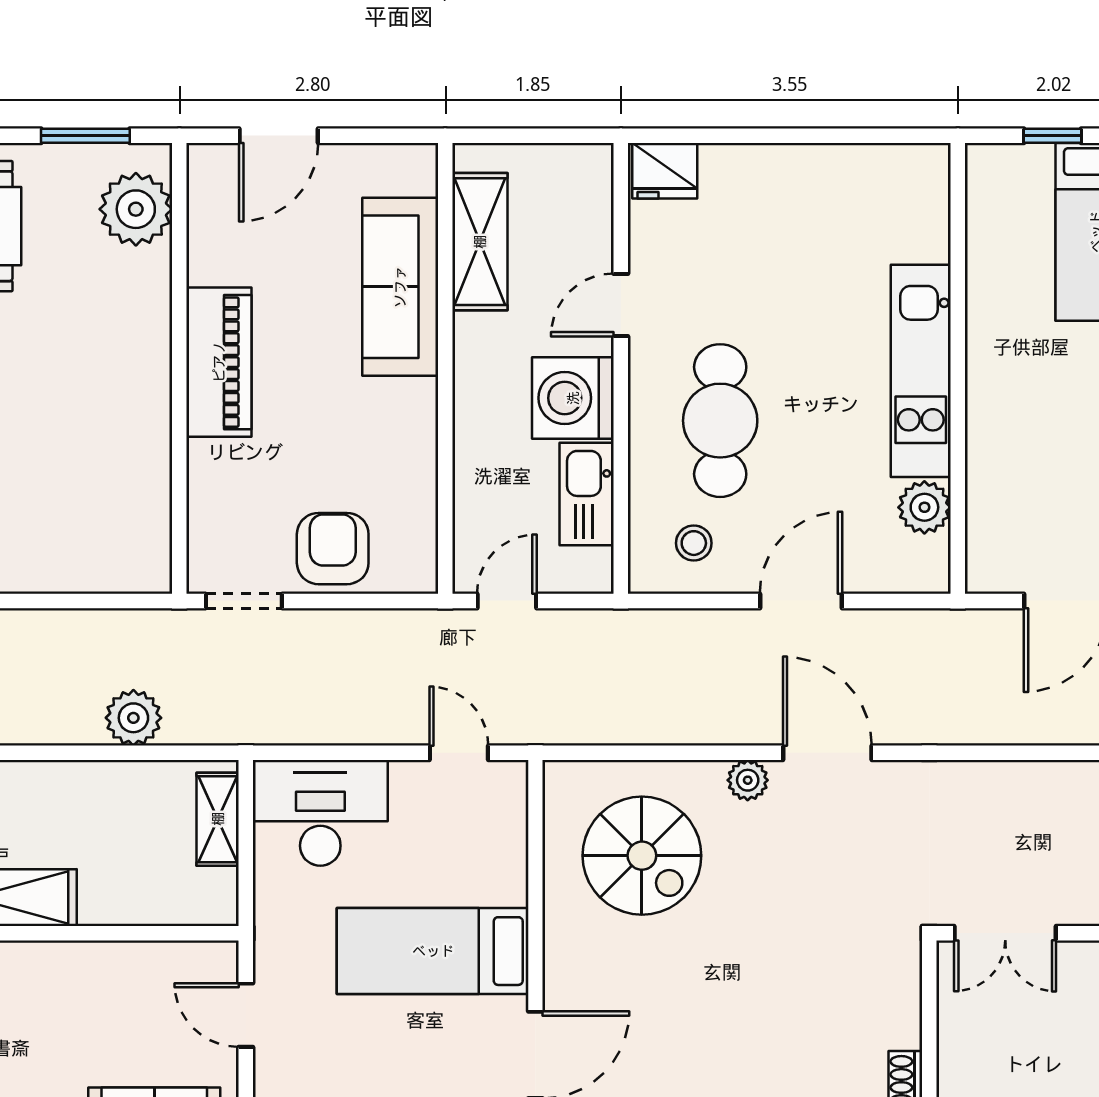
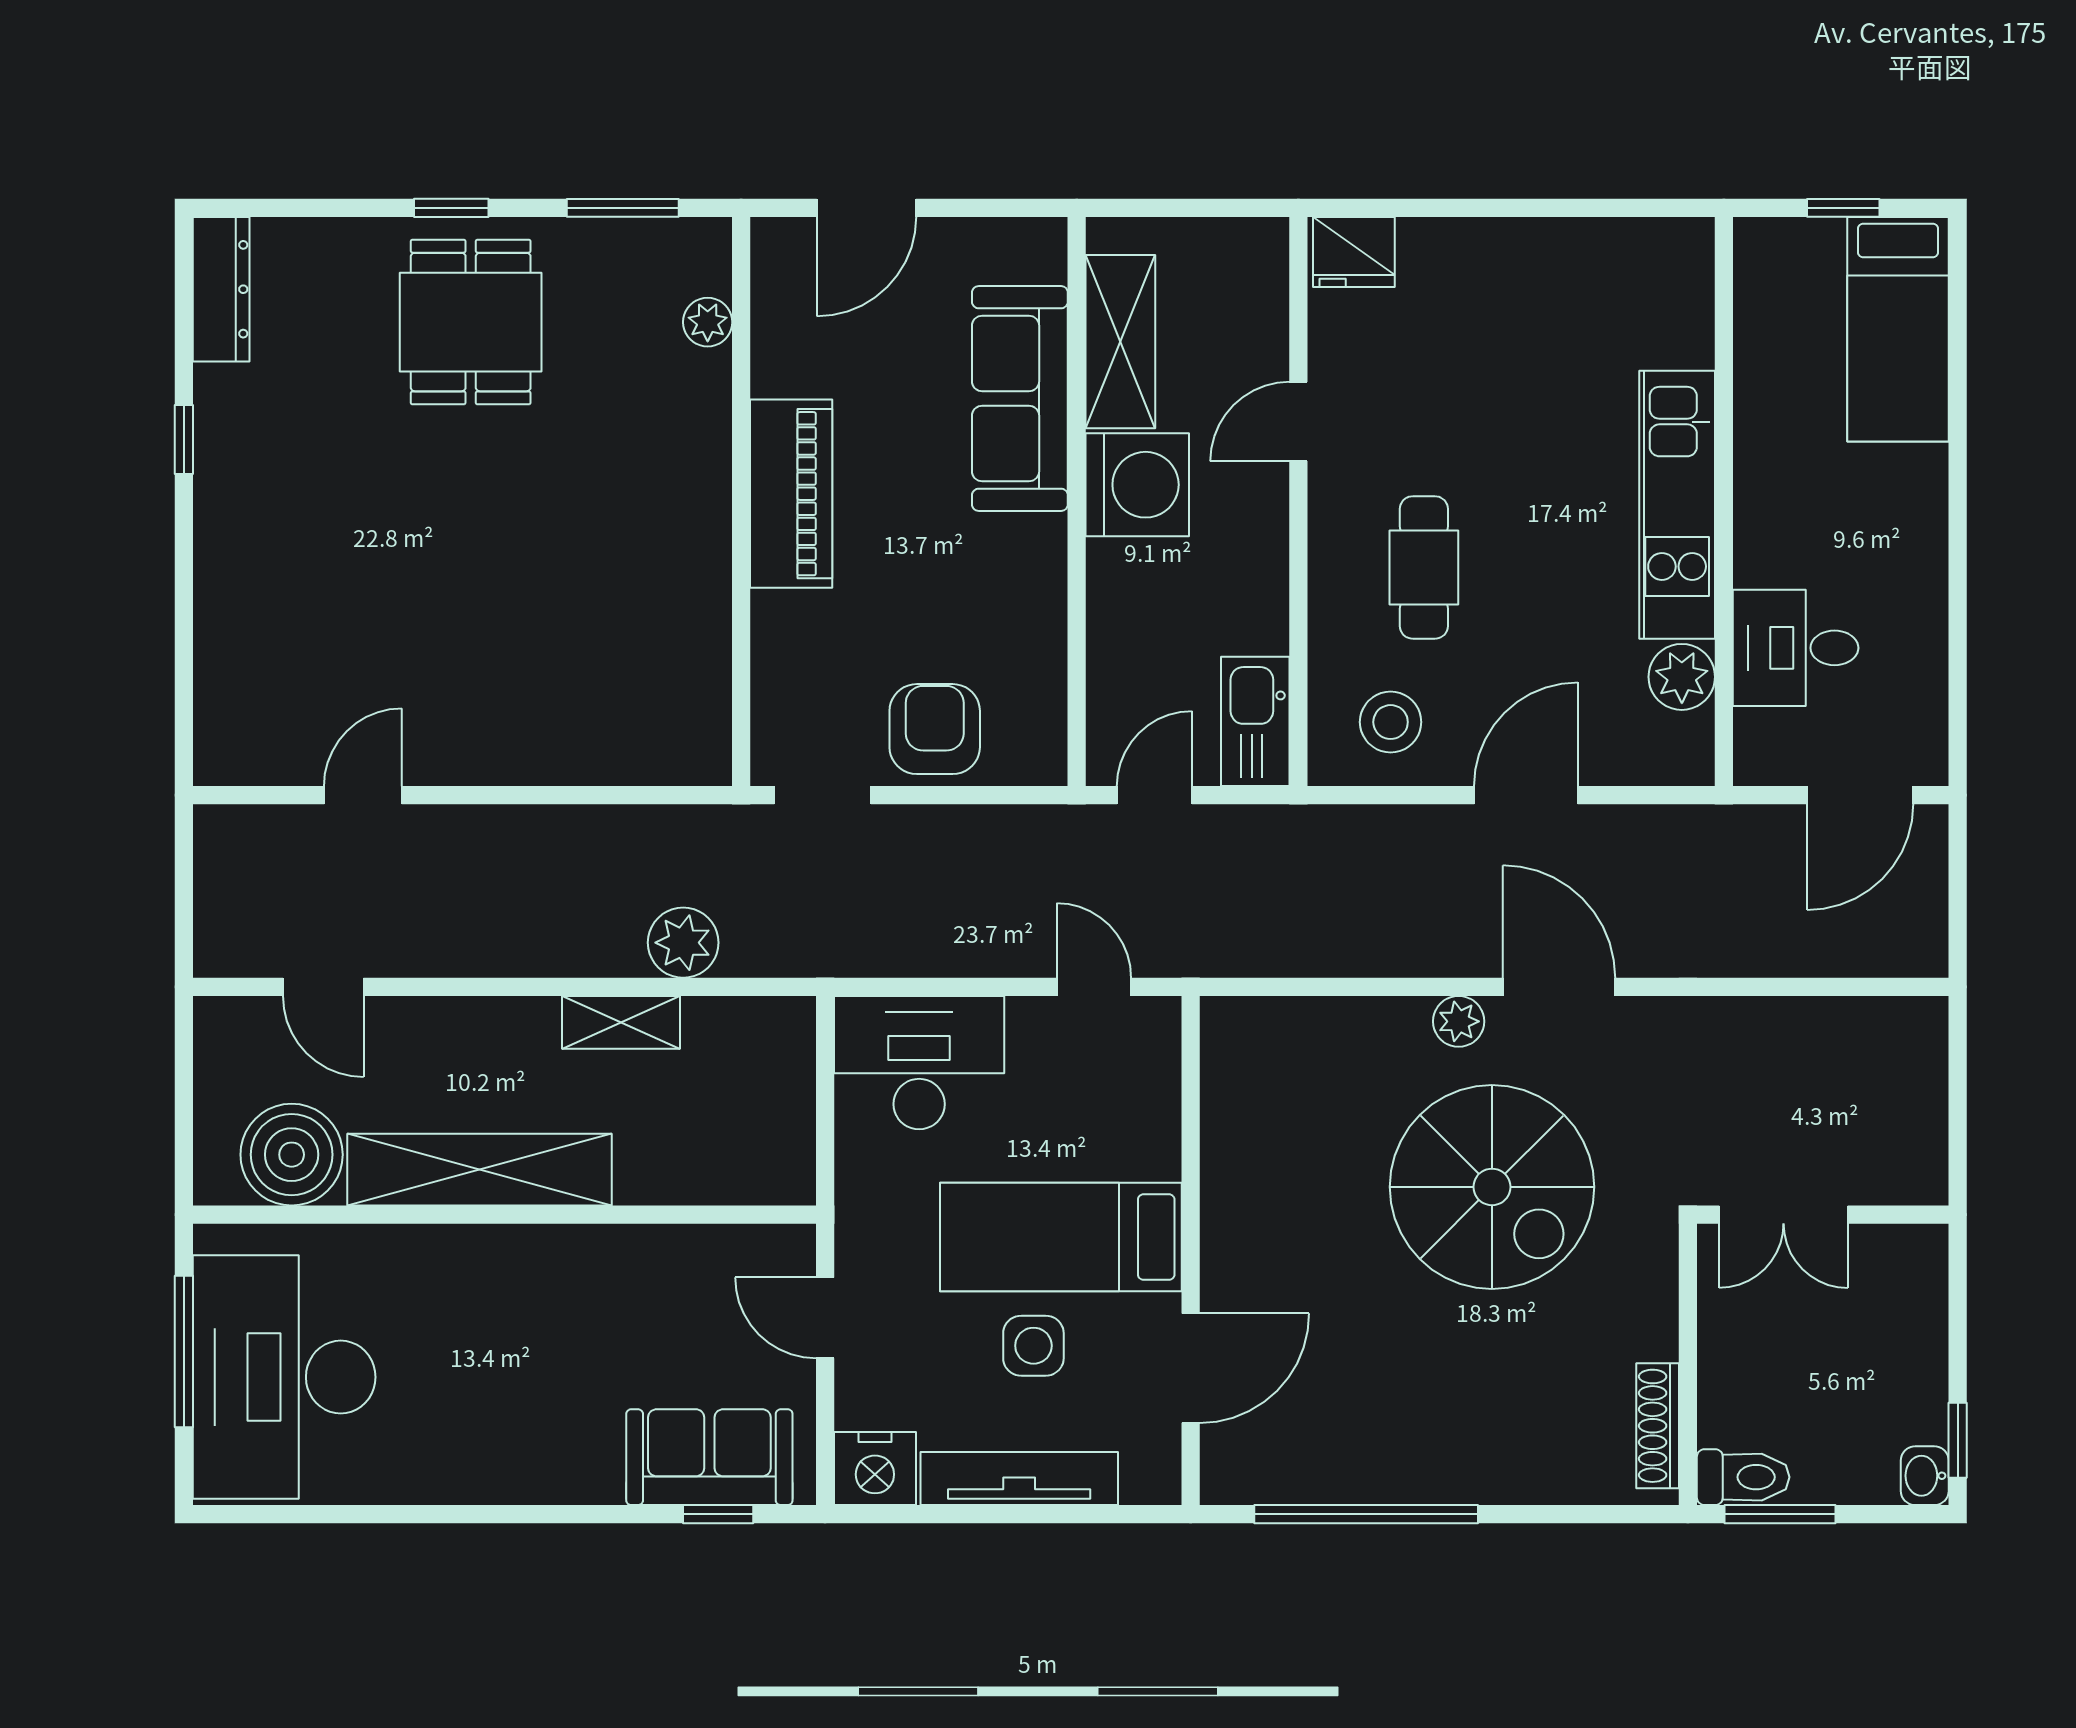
plant: (136, 209) -> (708, 322), width x0.53, depth x0.53
washing machine: (573, 398) -> (1137, 485), moved, turned 180
cafe table: (720, 421) -> (1424, 567), width x0.73, depth x0.74
desk: (1015, 484) -> (1796, 648), added
kitchen sink: (587, 494) -> (1255, 721), moved
stool: (694, 543) -> (1391, 722), width x1.37, depth x1.37
shelving: (218, 819) -> (621, 1022), moved, turned 90
spiral stairs: (642, 856) -> (1492, 1187), moved, width x1.37, depth x1.37
side table: (411, 1037) -> (1033, 1346), added

